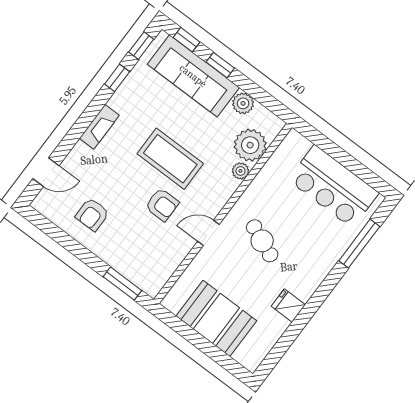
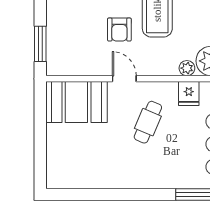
fridge: (288, 306) -> (189, 94), moved, turned 180
booth: (216, 318) -> (76, 102), moved, turned 90

